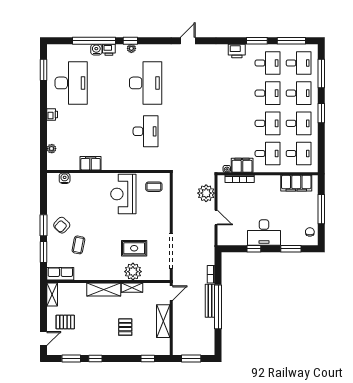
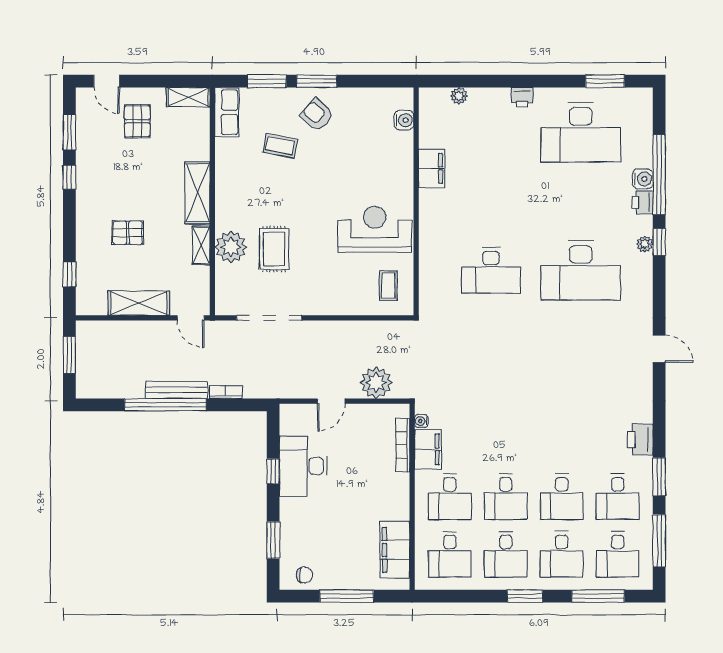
desk: (264, 233) -> (303, 466), moved

